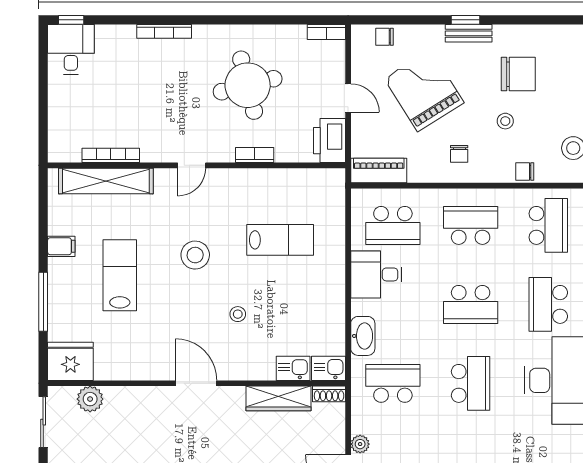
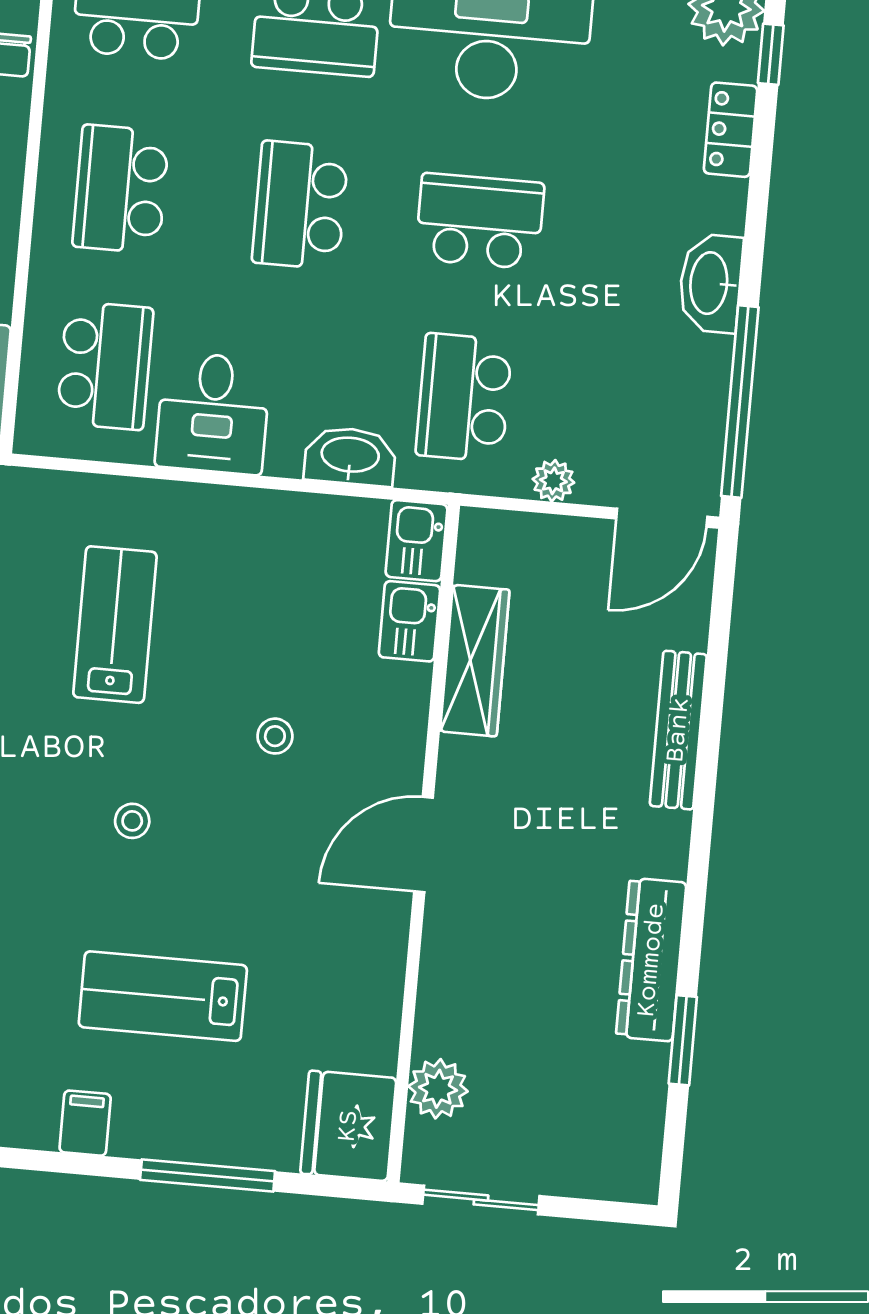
stool: (195, 255) -> (132, 821), width x0.53, depth x0.53
school desk: (471, 304) -> (300, 205), turned 180
shoe rack: (329, 394) -> (475, 545), removed
plant: (360, 444) -> (553, 481), moved

